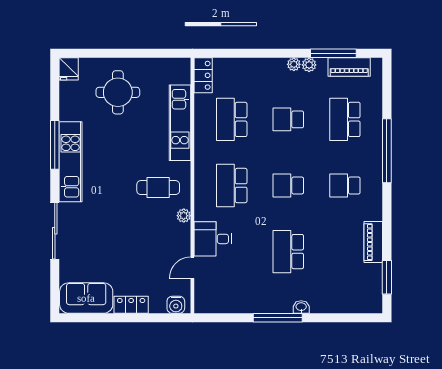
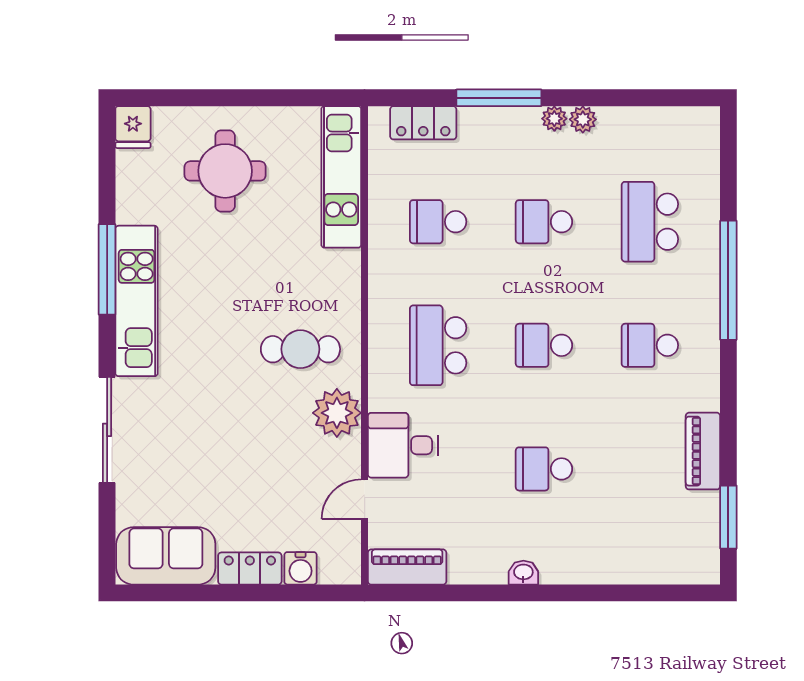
window: (333, 53) -> (499, 98), moved
piano: (349, 67) -> (407, 567), moved, turned 180
locker: (203, 75) -> (423, 123), moved, turned 90
school desk: (232, 119) -> (438, 222), width x0.54
kitchen unit: (180, 123) -> (341, 177), moved
plant: (184, 216) -> (337, 413), width x1.88, depth x1.88
school desk: (288, 252) -> (544, 469), width x0.54
water cooler: (176, 305) -> (301, 568), moved
washbasin: (301, 307) -> (523, 573), moved
window: (278, 318) -> (524, 593), removed

